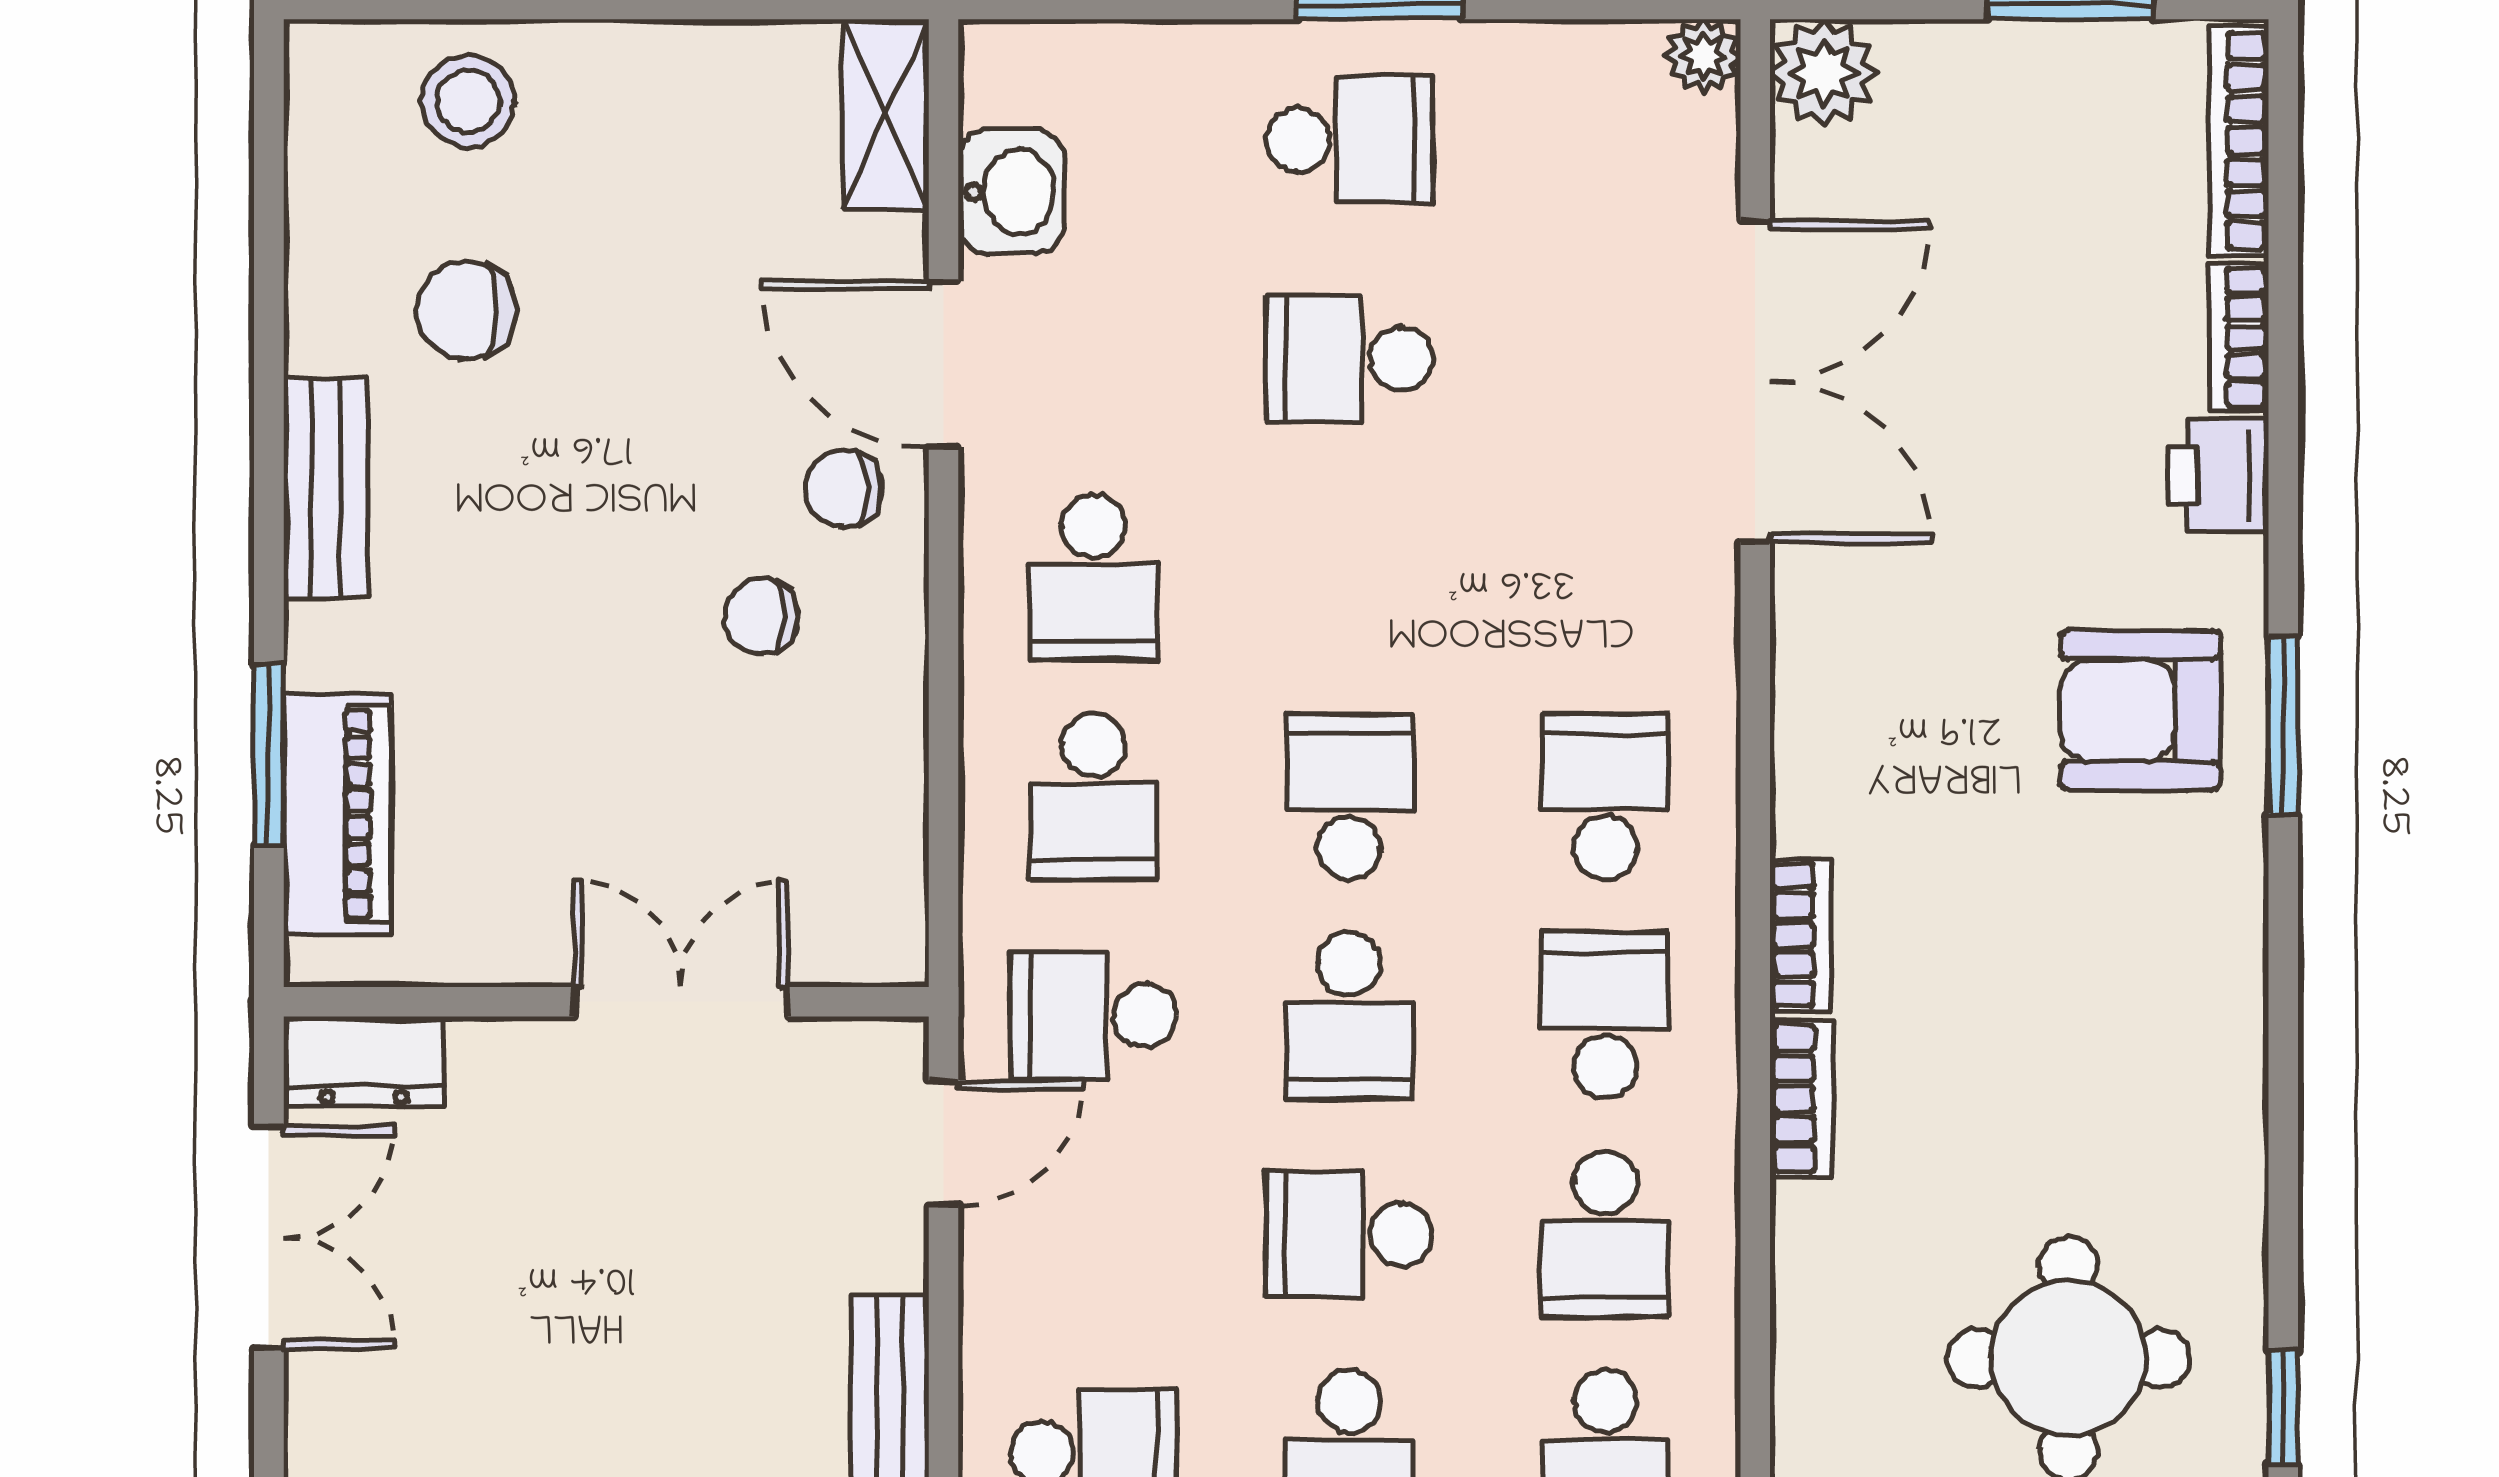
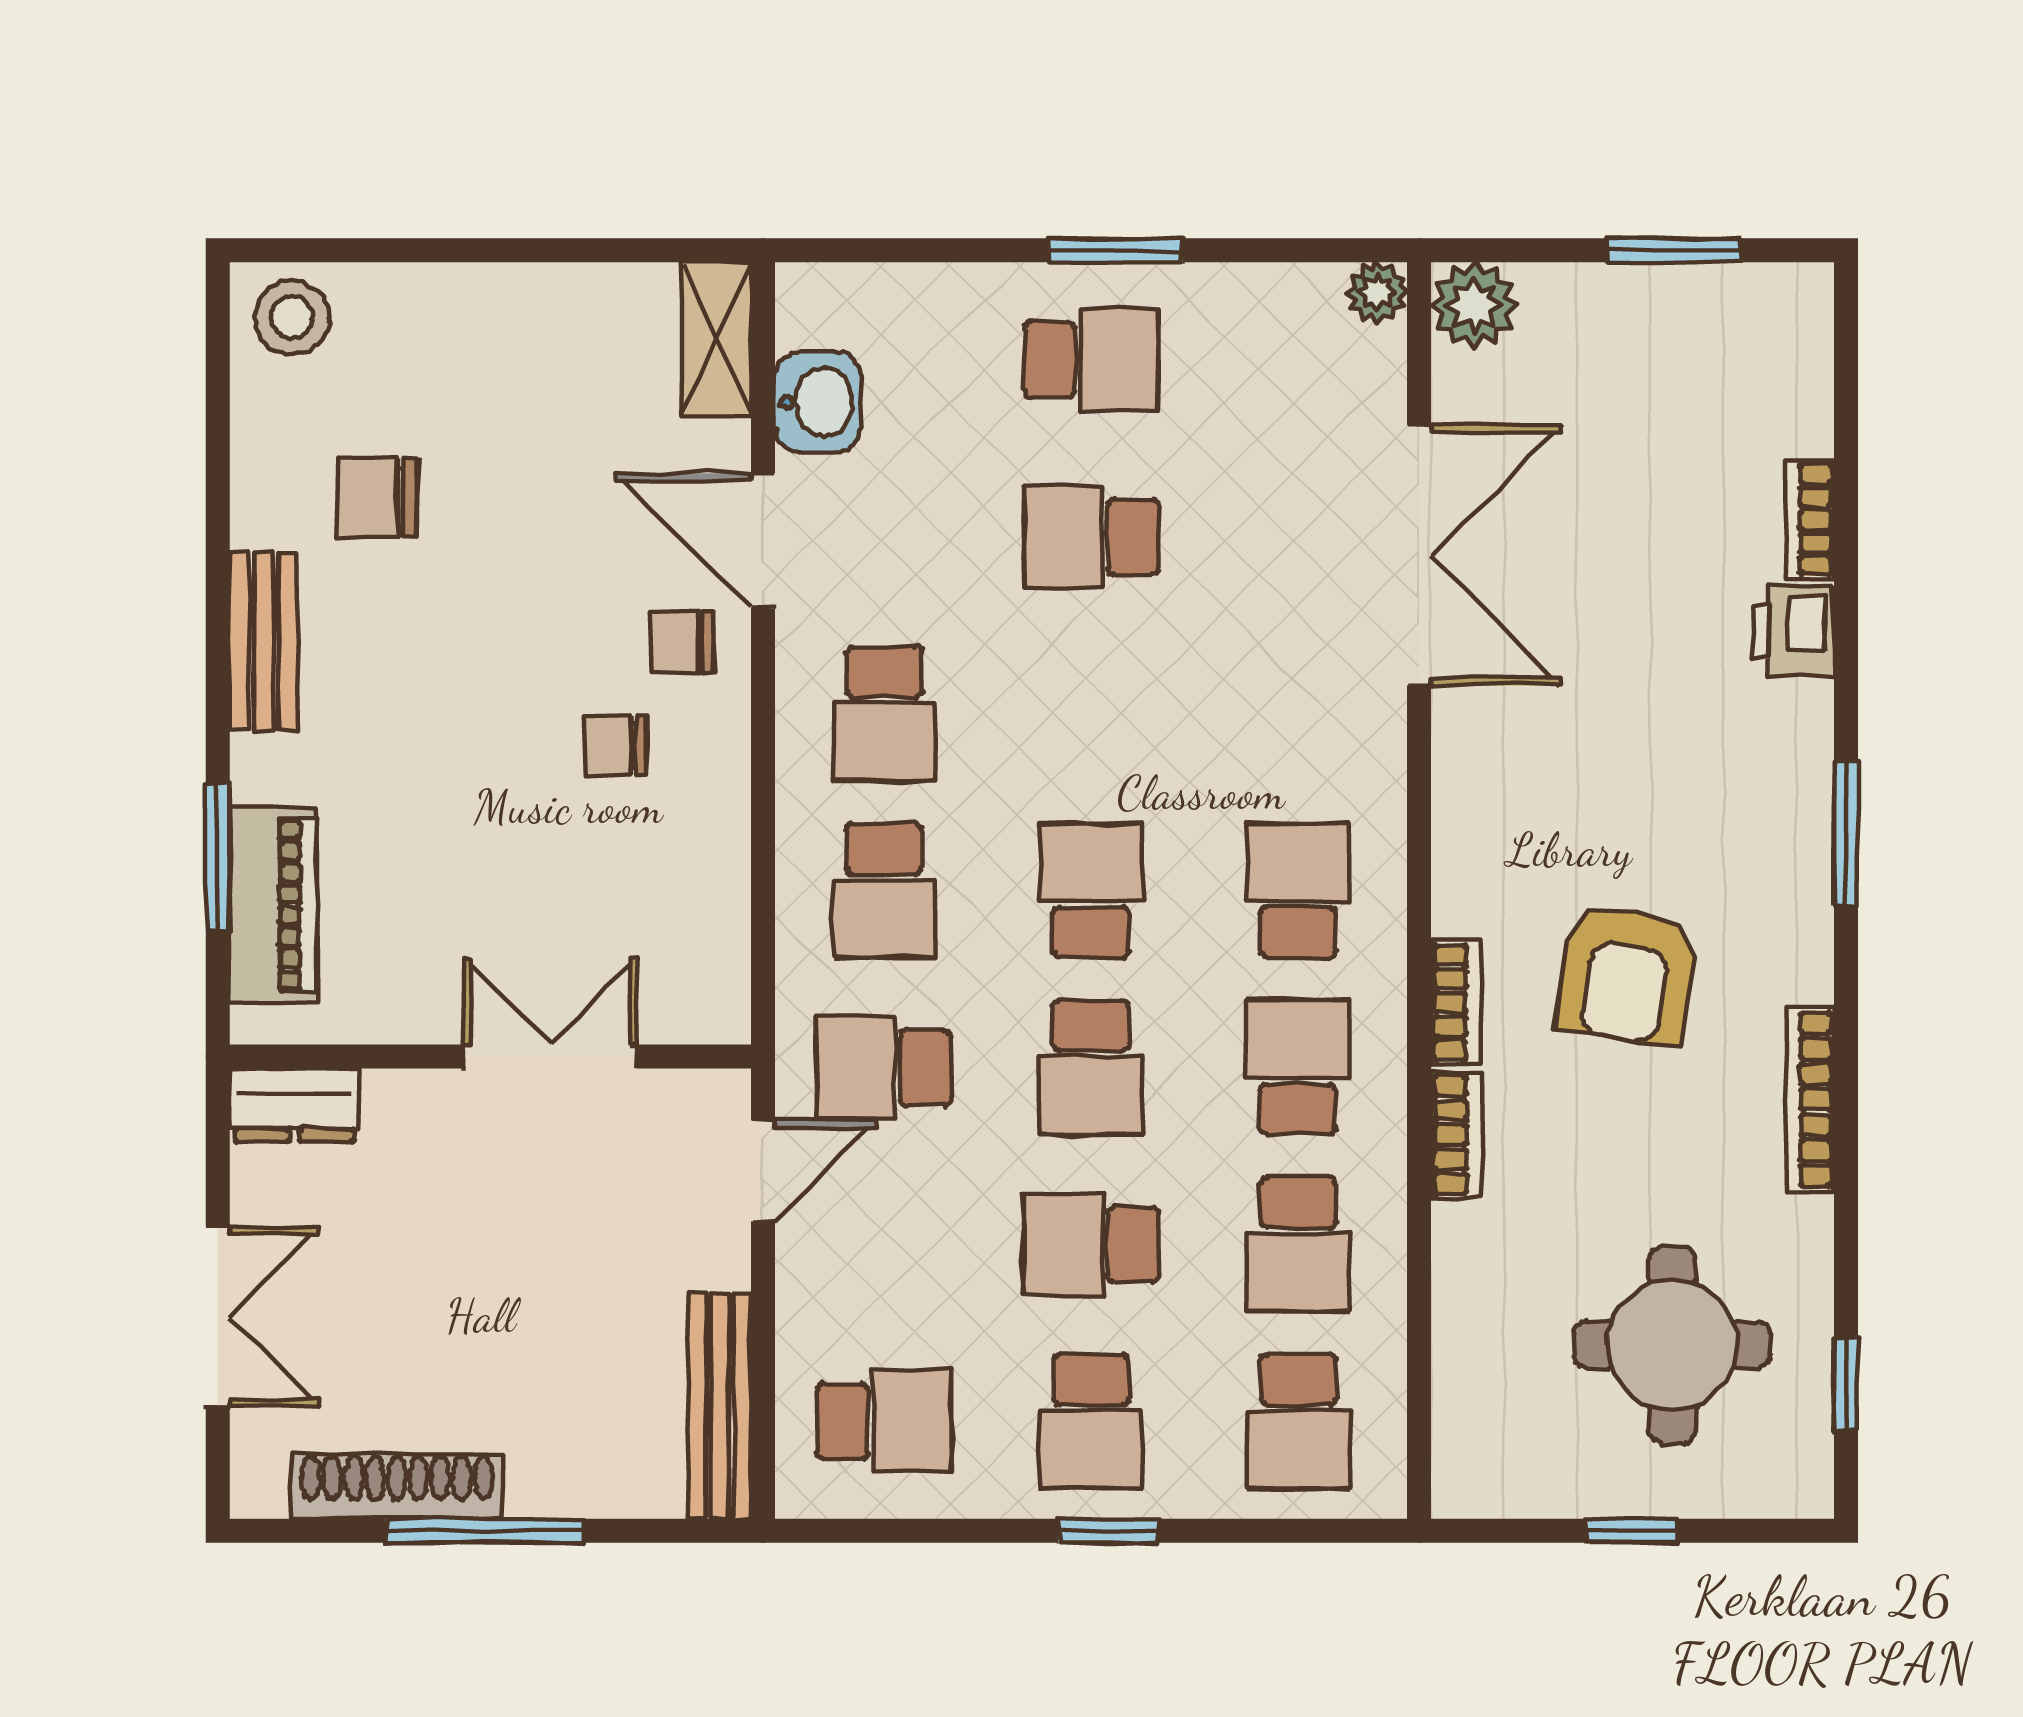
stool: (468, 101) -> (292, 317), moved
bookcase: (2239, 141) -> (1810, 1099), moved
armchair: (2140, 710) -> (1626, 974), moved, turned -82
double door: (269, 1237) -> (218, 1316), moved

